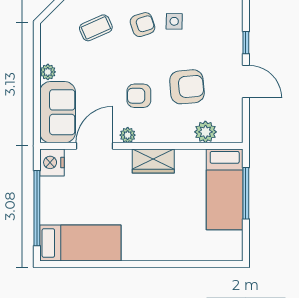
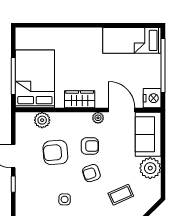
armchair: (142, 25) -> (91, 173), moved
plant: (48, 72) -> (150, 168), width x1.88, depth x1.88
door: (94, 146) -> (122, 110), swing flipped
bed: (225, 189) -> (35, 79), width x1.50

